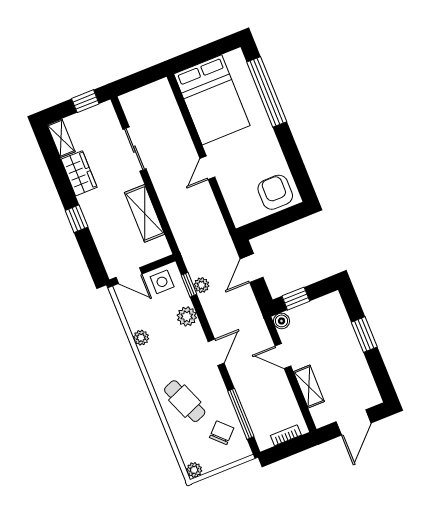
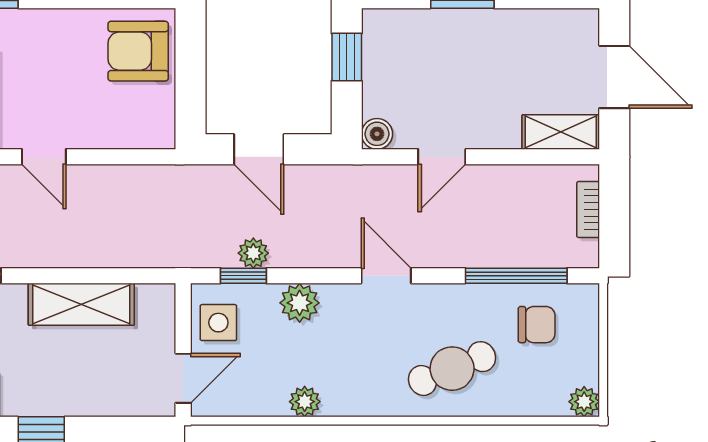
window: (296, 299) -> (347, 57), moved
shelving: (309, 387) -> (561, 132), moved
chair: (222, 433) -> (537, 325), turned 135

